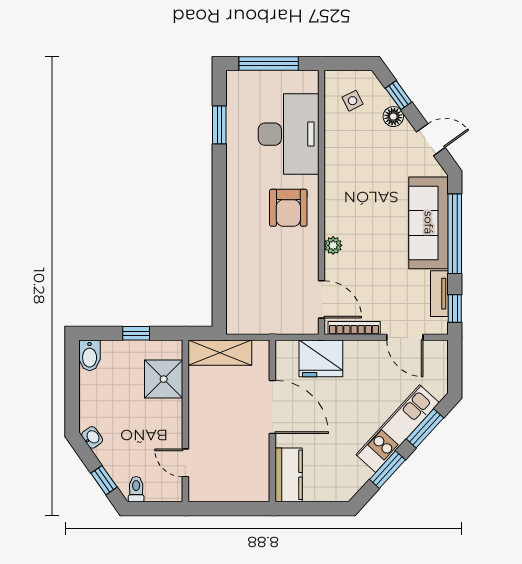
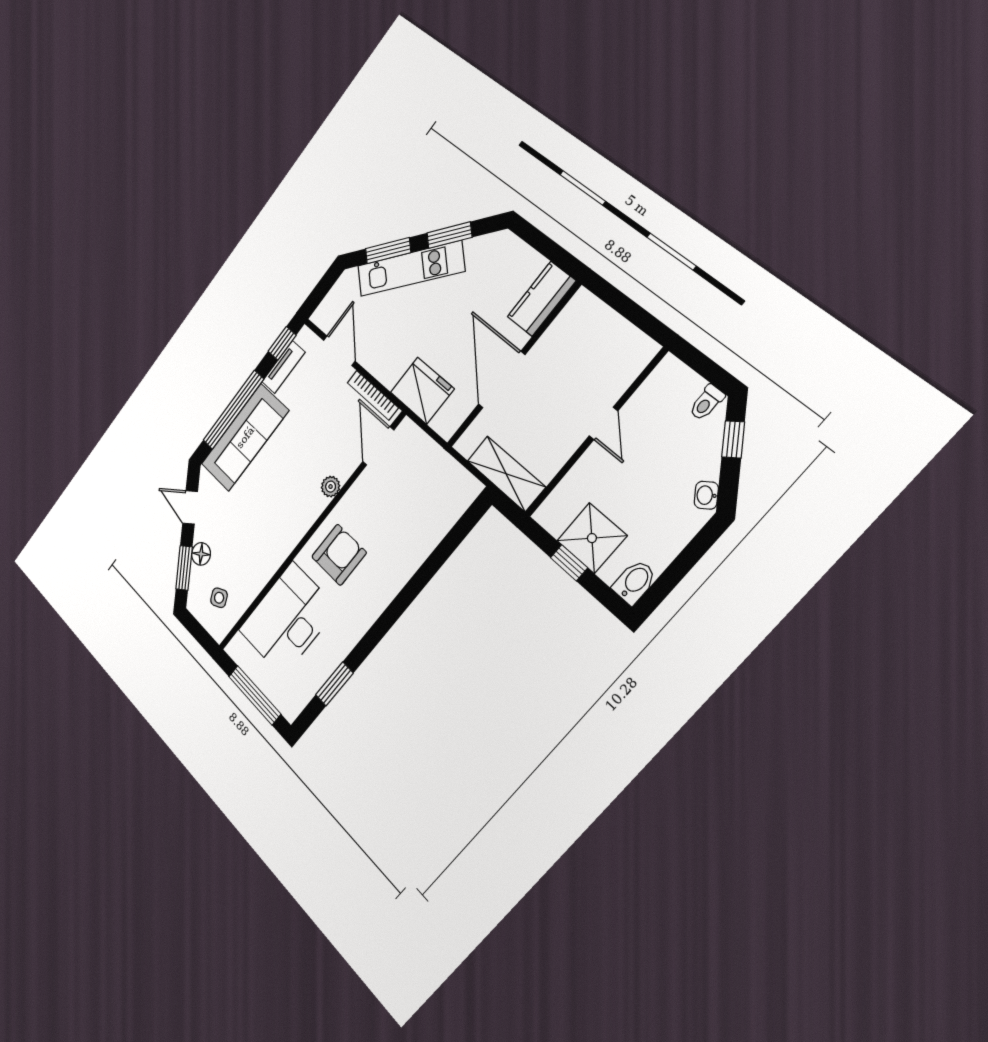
window: (399, 95) -> (184, 568), width x1.50
shower: (164, 379) -> (592, 538), moved
door: (185, 463) -> (604, 423), moved

